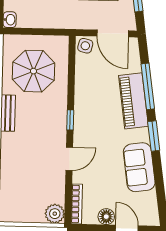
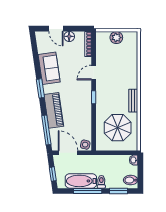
window: (148, 86) -> (46, 130), moved
plant: (55, 214) -> (116, 38), moved

